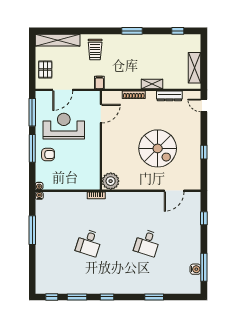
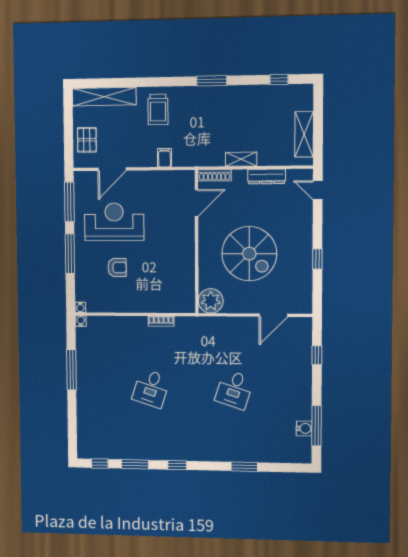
door: (101, 114) -> (196, 203), moved
wall: (101, 140) -> (197, 242), moved
armchair: (48, 155) -> (117, 268), moved
plant: (111, 181) -> (211, 301), moved

